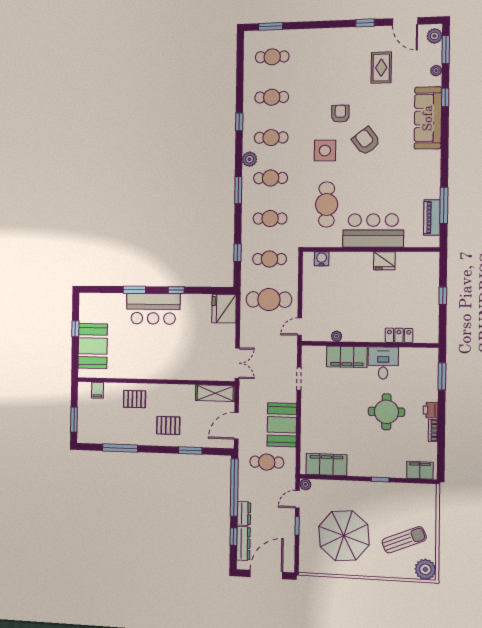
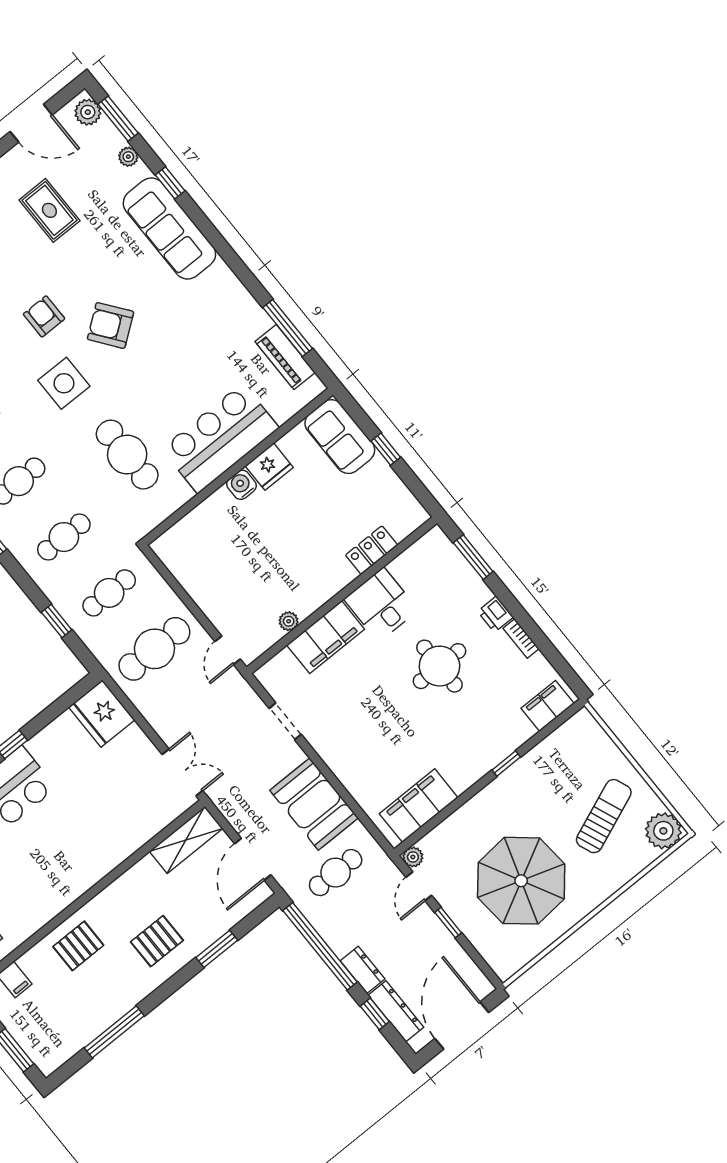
water cooler: (322, 259) -> (241, 485), moved
sofa: (427, 273) -> (340, 437), added

